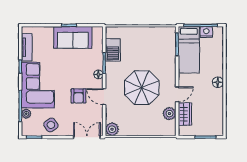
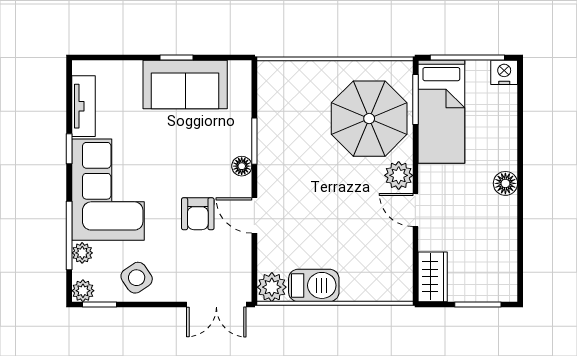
nightstand: (206, 32) -> (504, 72), moved
barbecue: (113, 50) -> (314, 285), moved, turned -90
parasol: (142, 88) -> (369, 119), moved
door: (177, 94) -> (415, 210), swing flipped
plant: (169, 114) -> (399, 175), moved
wardrobe: (185, 114) -> (433, 277), moved
plant: (27, 131) -> (83, 291), added
double door: (87, 137) -> (216, 305), swing flipped

